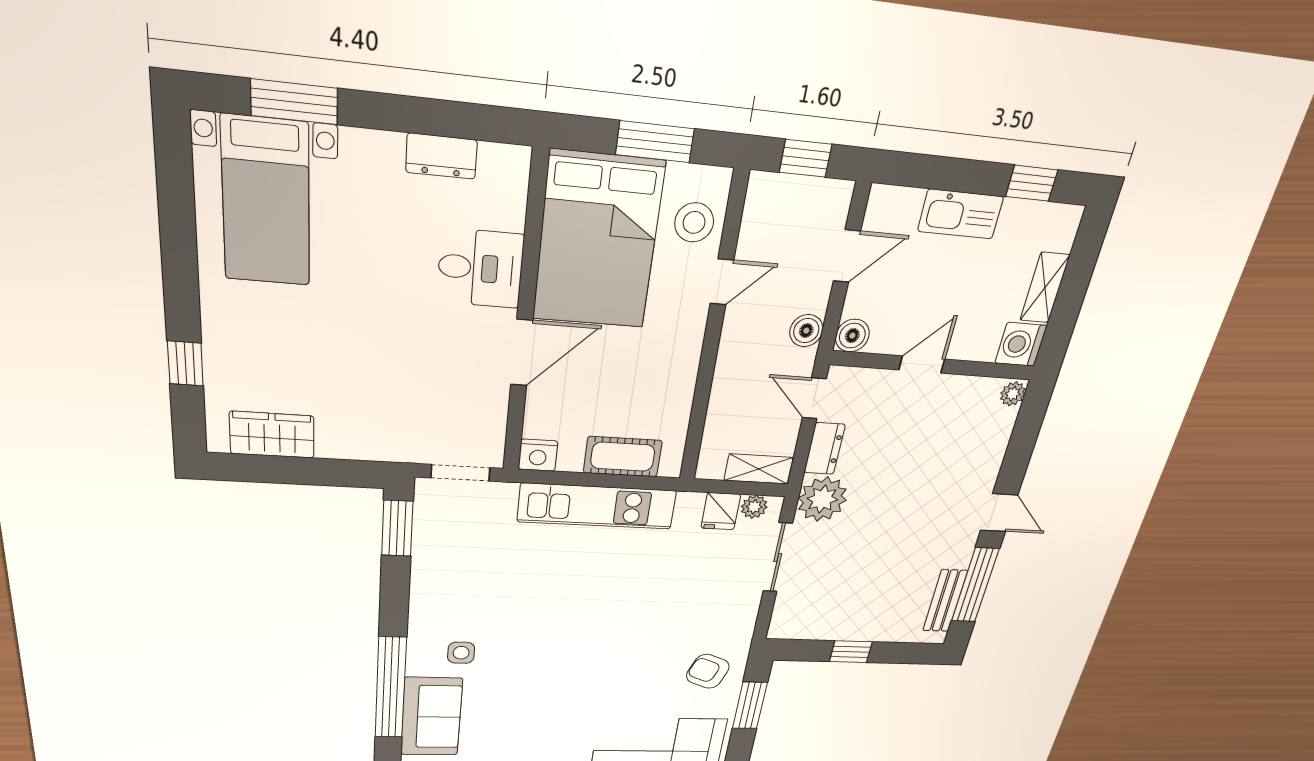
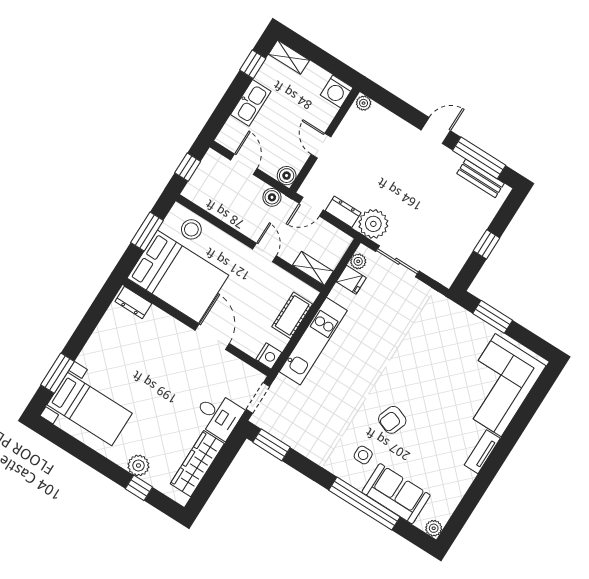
dresser: (441, 156) -> (133, 302), moved, turned 90
desk: (480, 268) -> (218, 415), moved, turned 90
door: (722, 282) -> (264, 252), moved
shelving: (1045, 288) -> (289, 57), moved
plant: (224, 343) -> (138, 465), added
wardrobe: (272, 435) -> (197, 464), width x1.50
shelving: (759, 469) -> (313, 268), moved, turned 90
armchair: (708, 671) -> (392, 420), moved

